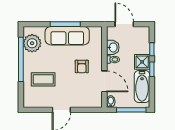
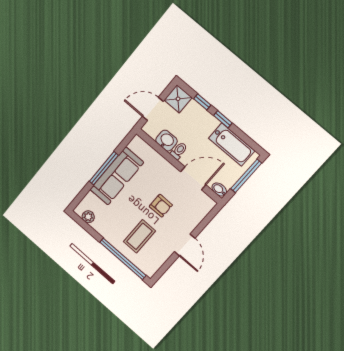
plant: (32, 43) -> (88, 217), width x0.53, depth x0.53
window: (21, 59) -> (123, 259), moved
shower: (142, 62) -> (178, 99), moved
armchair: (82, 66) -> (161, 206), moved

